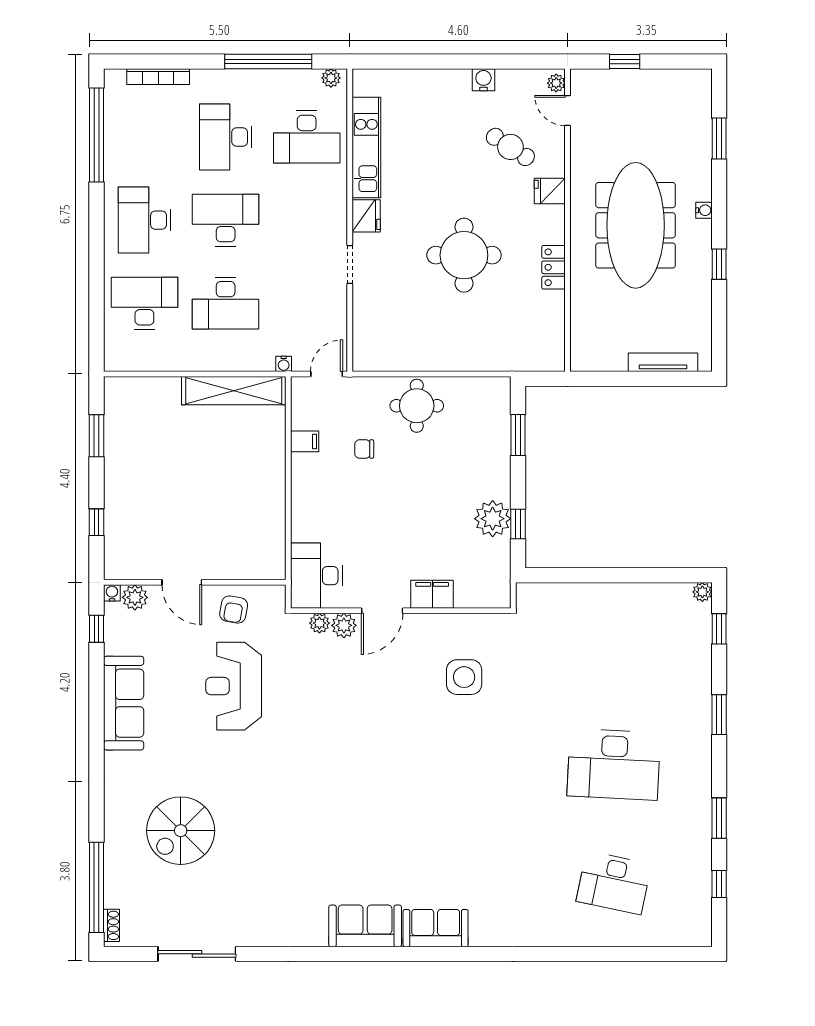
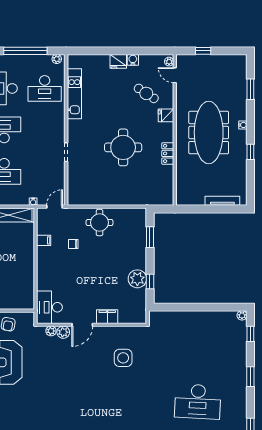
fridge: (366, 216) -> (118, 61), moved, turned 90

